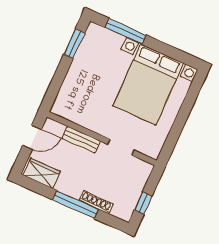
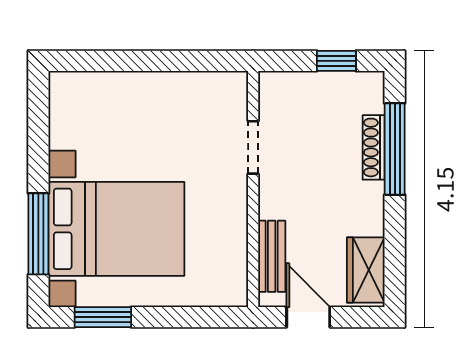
bed with nightstands: (148, 84) -> (116, 229), moved
bench: (81, 139) -> (272, 256), moved
window: (75, 204) -> (395, 149), moved

